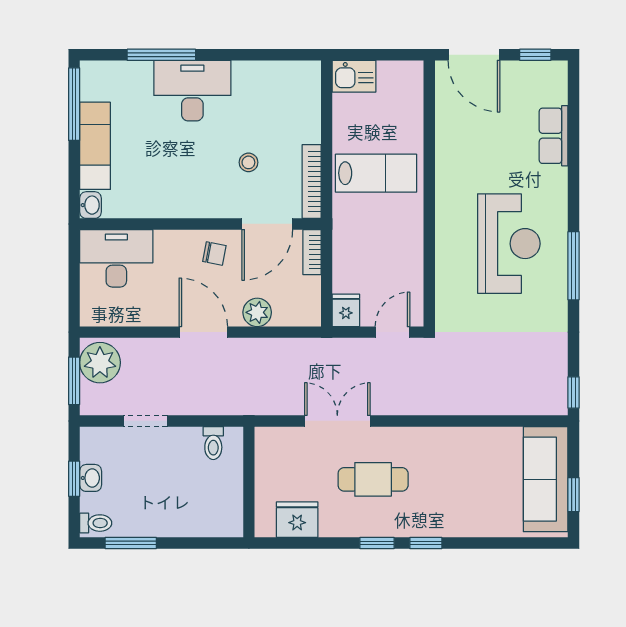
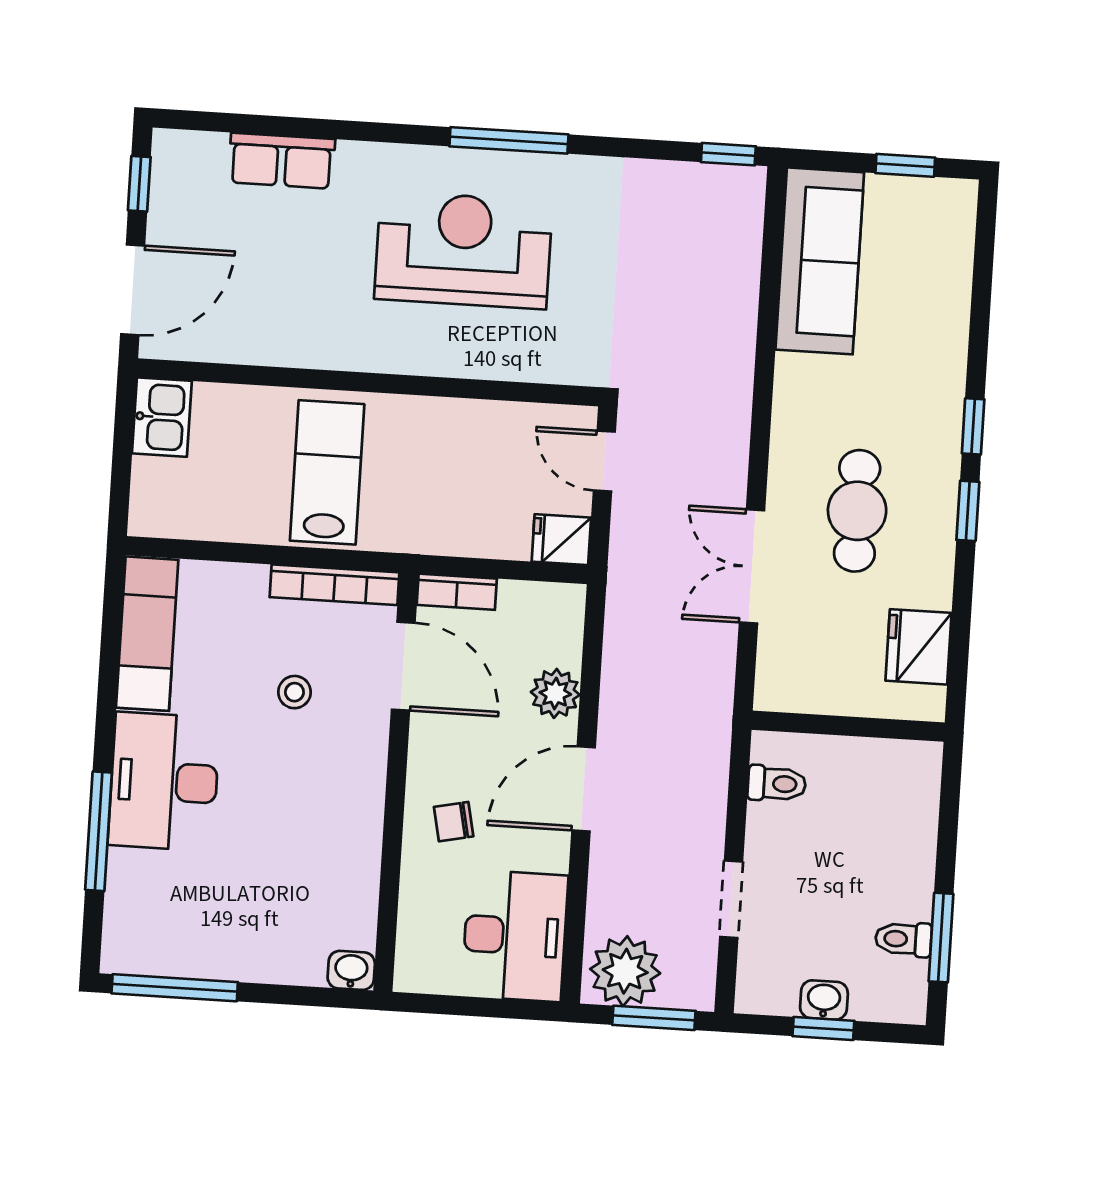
kitchen sink: (354, 76) -> (162, 417), moved
exam couch: (95, 146) -> (147, 634), moved, turned 90
chair: (214, 254) -> (454, 822), moved, turned -113
desk: (116, 258) -> (515, 936), moved, turned 180
sofa: (546, 479) -> (820, 261), moved, turned -90
toilet: (96, 523) -> (903, 939), moved, turned -90

